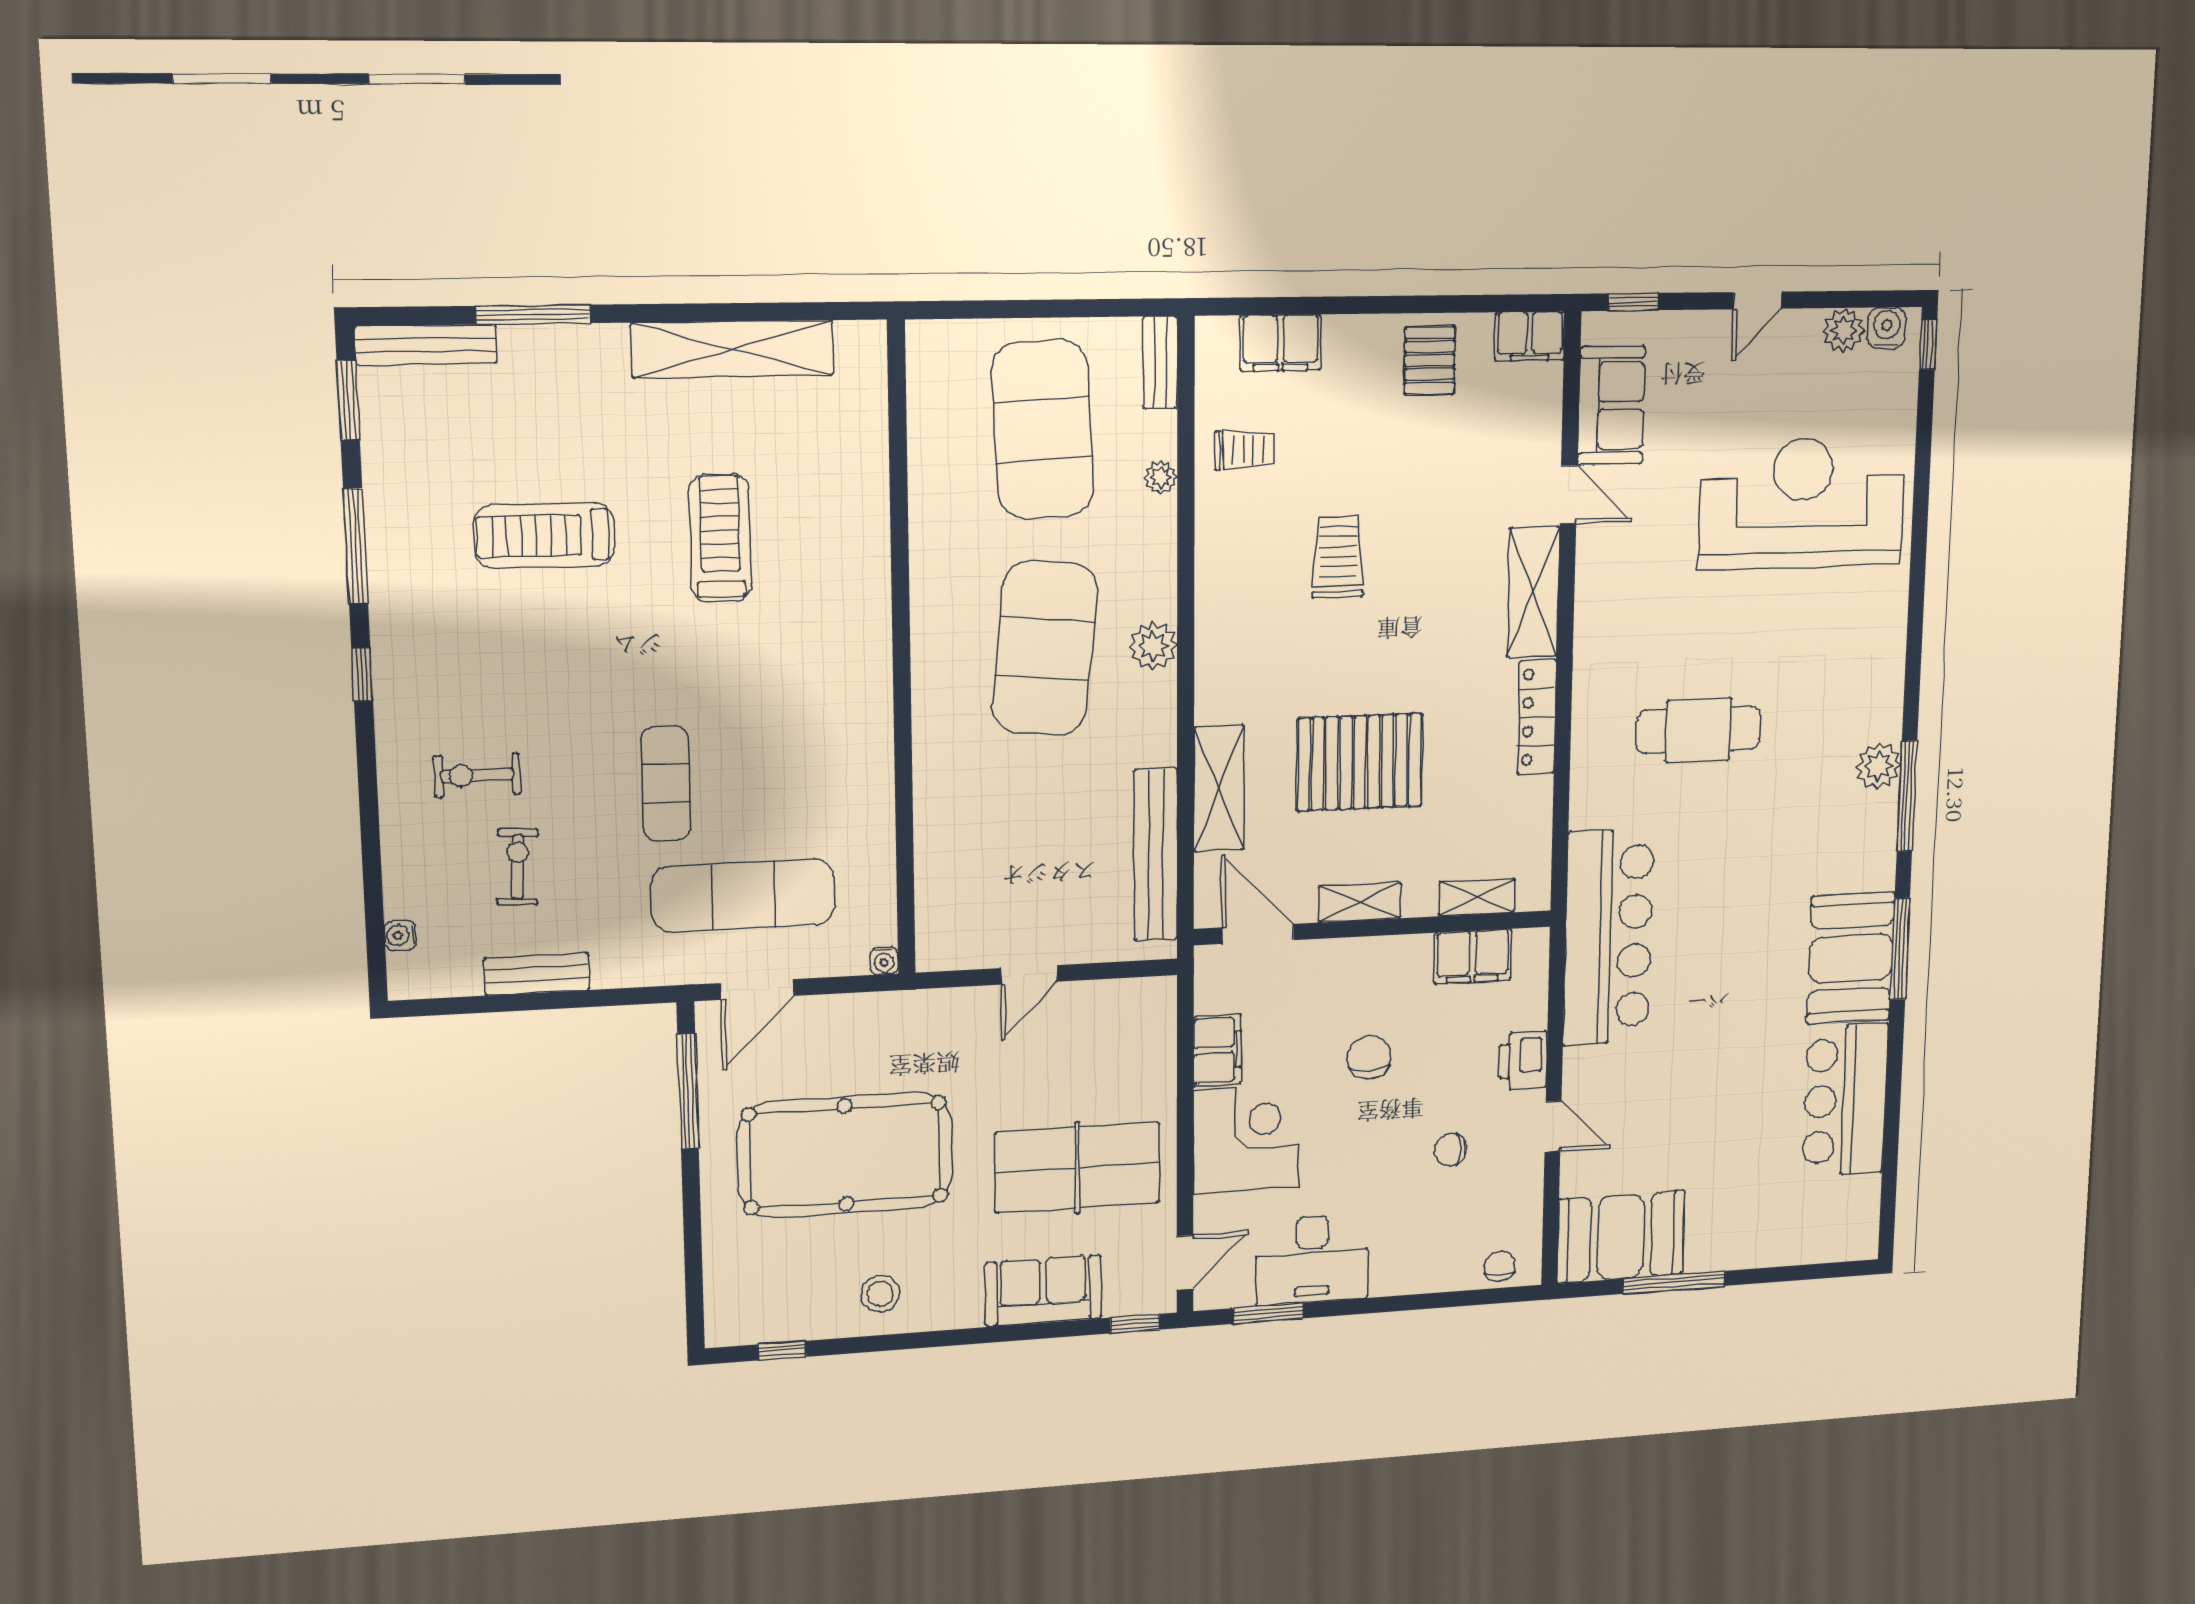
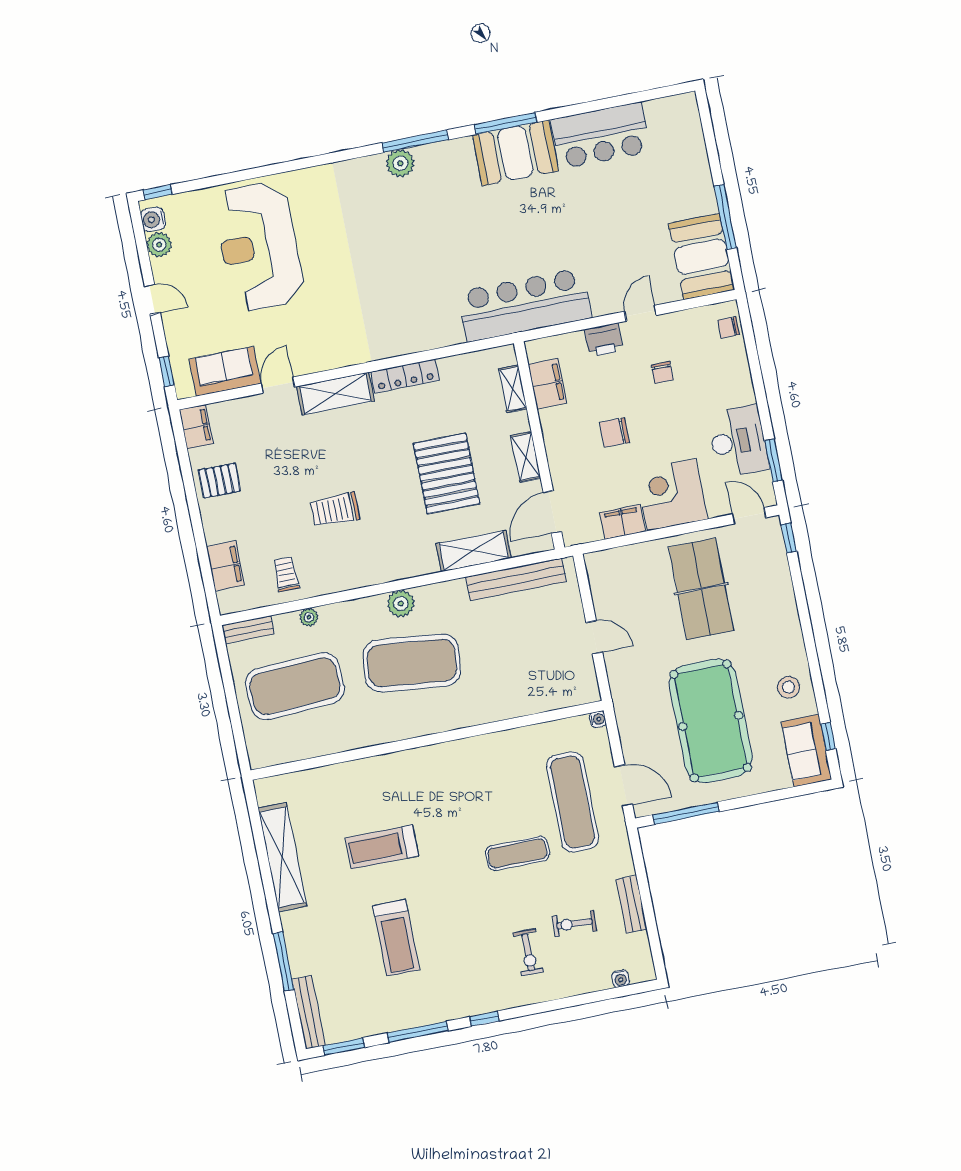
cafe table: (1698, 730) -> (397, 278), removed
sofa: (1043, 1291) -> (806, 751), moved

